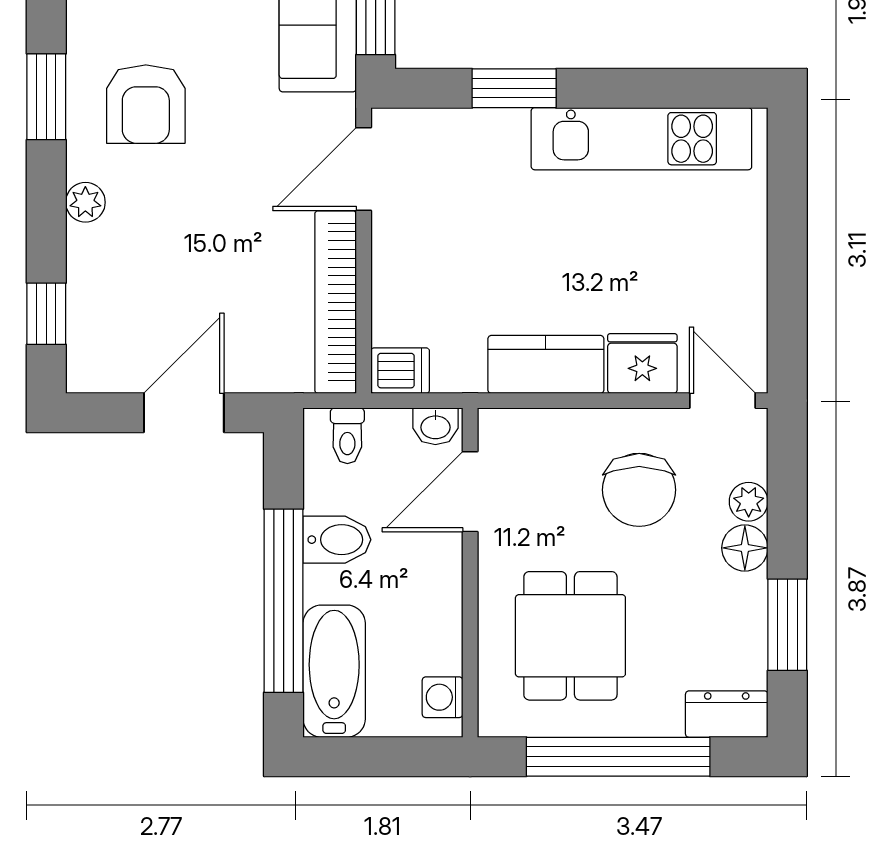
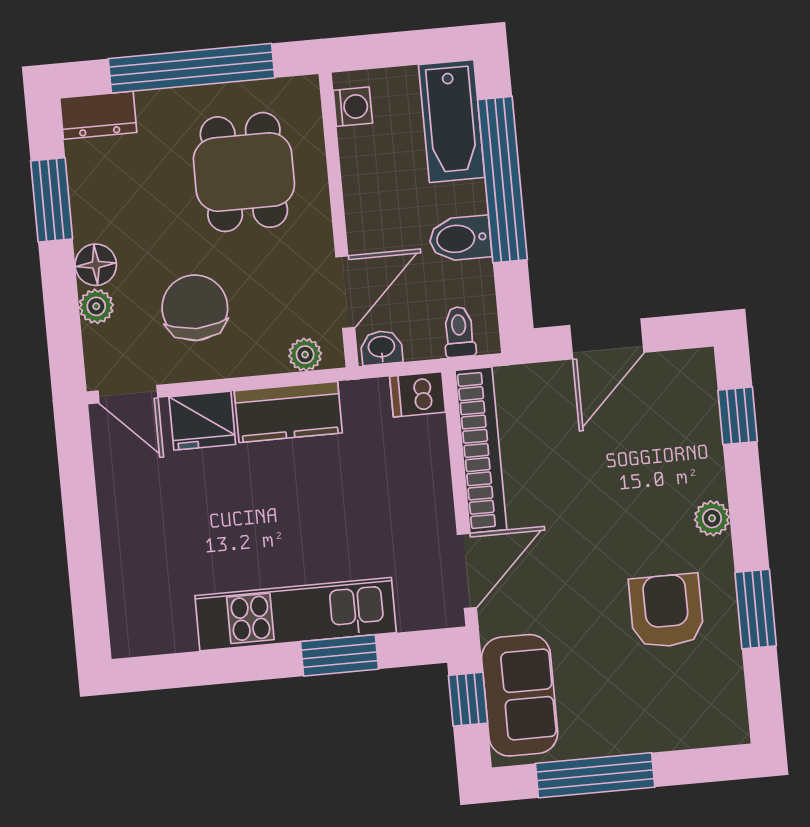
kitchen unit: (641, 139) -> (296, 614), moved
plant: (521, 426) -> (305, 355), added

